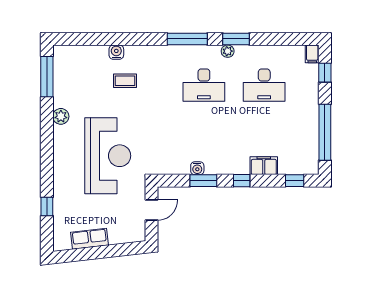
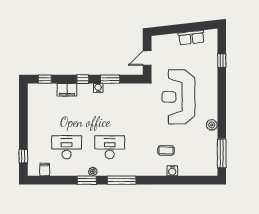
filing cabinet: (312, 54) -> (45, 170), moved
window: (325, 132) -> (23, 114), removed
water cooler: (197, 168) -> (98, 88), moved

